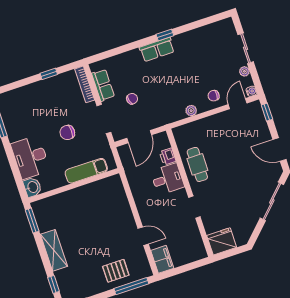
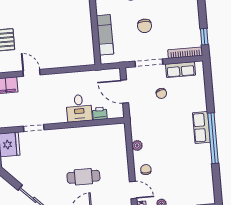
window: (165, 35) -> (213, 138), width x3.17
window: (49, 74) -> (204, 37), moved
chair: (67, 132) -> (145, 26), turned 180
cafe table: (197, 164) -> (83, 177), moved
doorway: (194, 207) -> (34, 128), moved
door: (143, 236) -> (31, 73), swing flipped

